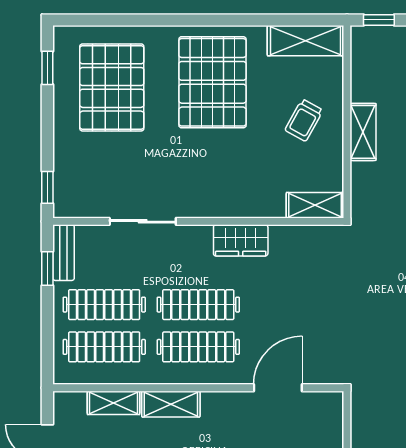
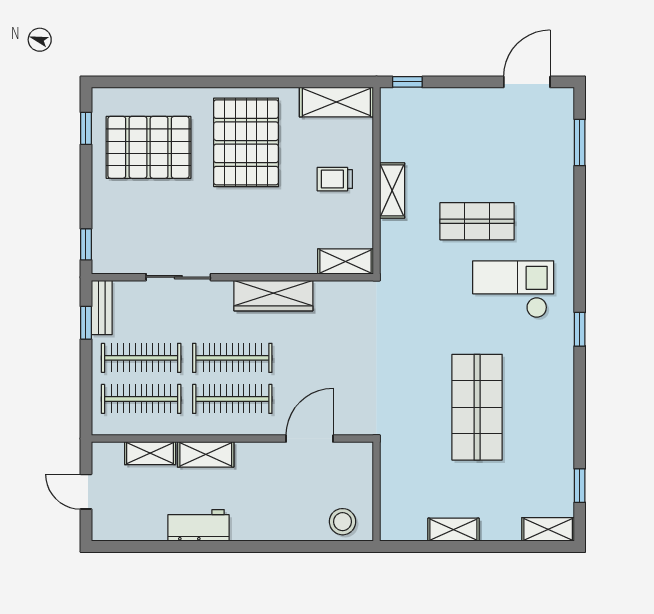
pallet: (112, 87) -> (148, 147), turned 90
trolley: (304, 120) -> (335, 179), turned 61
wardrobe: (241, 240) -> (273, 296), width x1.50

